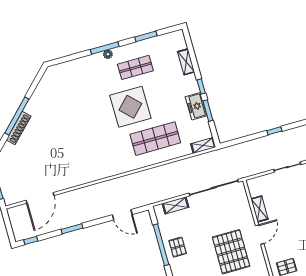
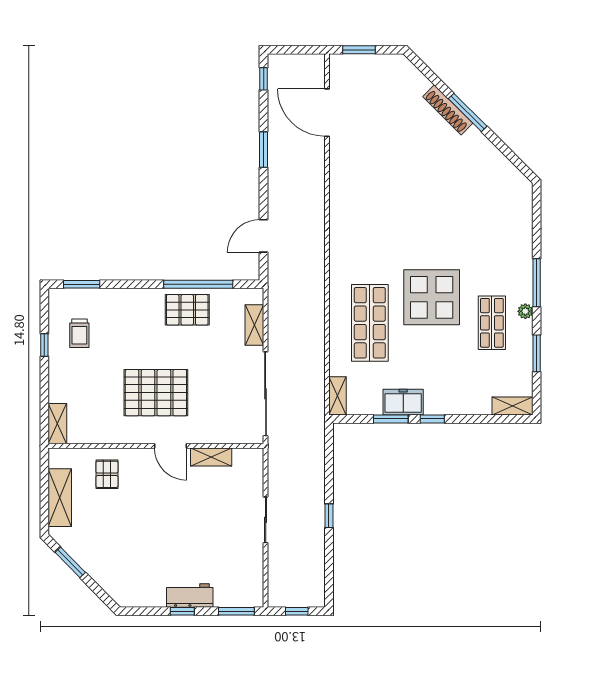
plant: (108, 54) -> (525, 311), moved
shelving: (186, 62) -> (512, 406), moved
window: (17, 116) -> (468, 112), width x0.68
pallet: (178, 247) -> (187, 310), width x1.50, depth x1.42

